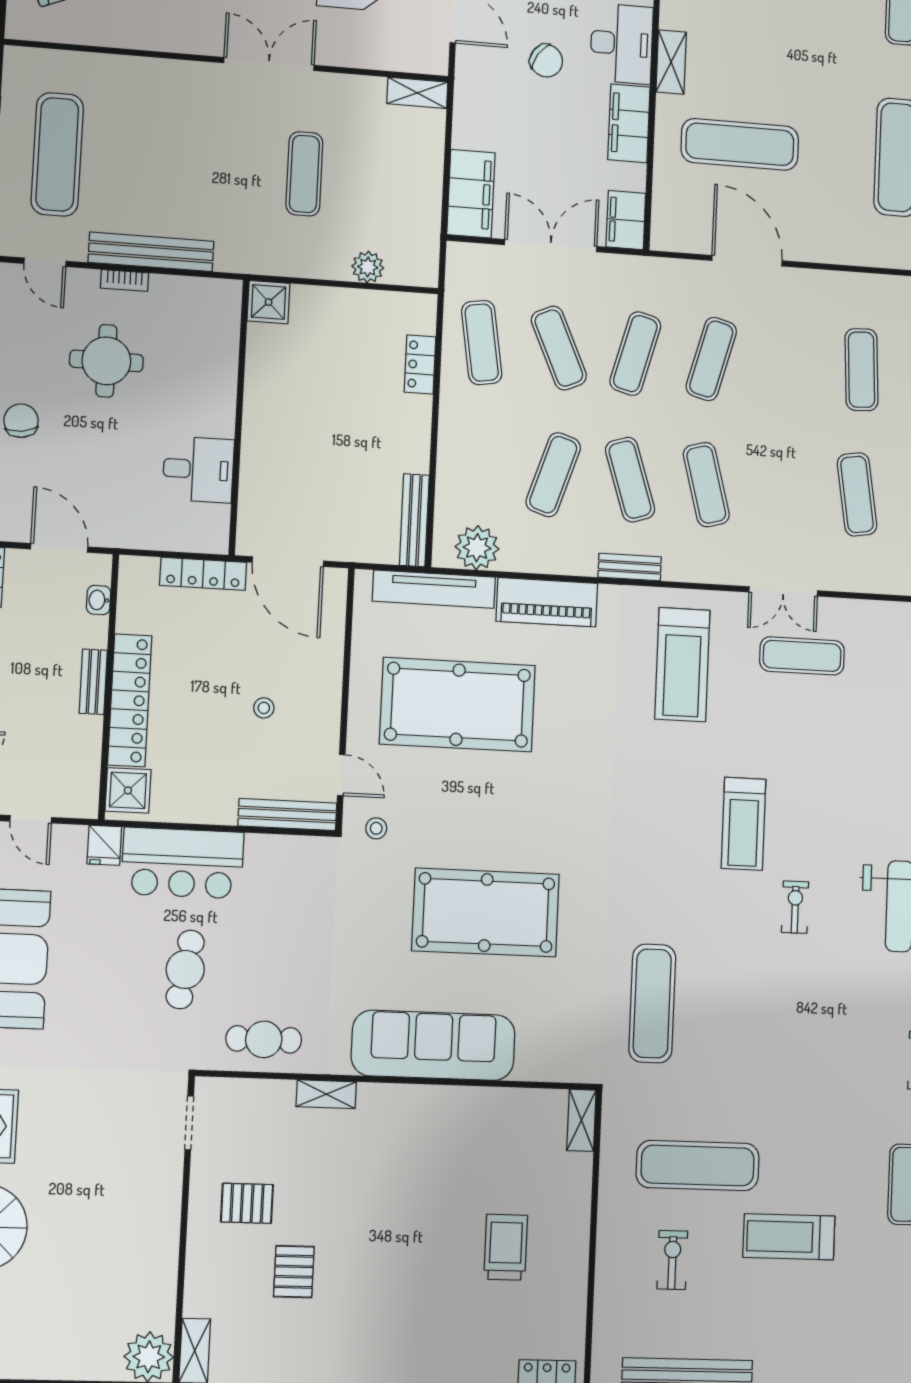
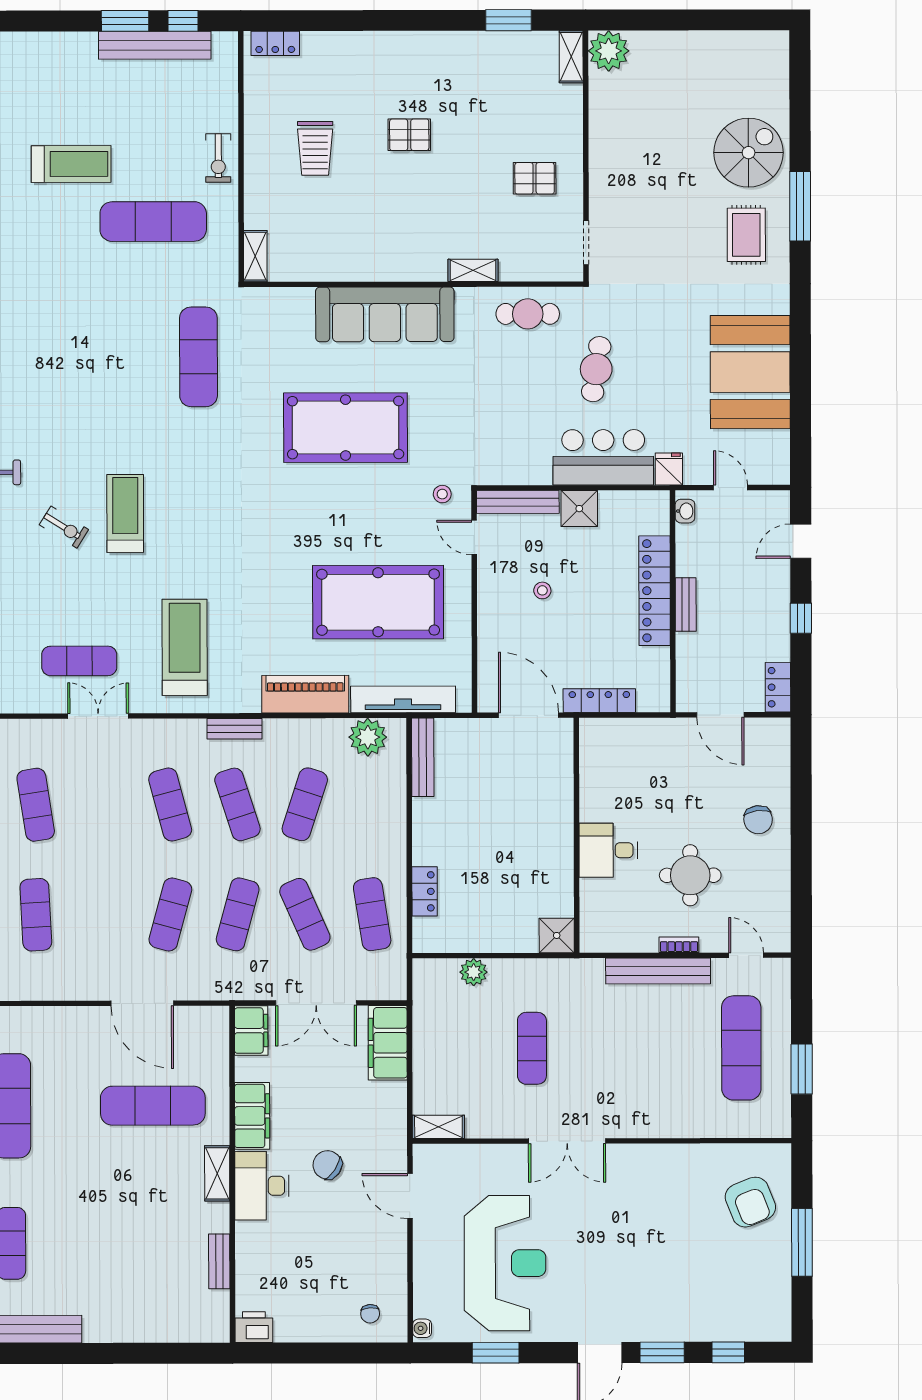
desk: (198, 469) -> (608, 850), moved
washbasin: (99, 600) -> (685, 511), moved
shower: (128, 790) -> (579, 509), moved
exercise bike: (795, 907) -> (64, 527), moved, turned -58
exercise bike: (672, 1260) -> (218, 158), moved
pallet: (294, 1272) -> (409, 135), moved, turned 90

